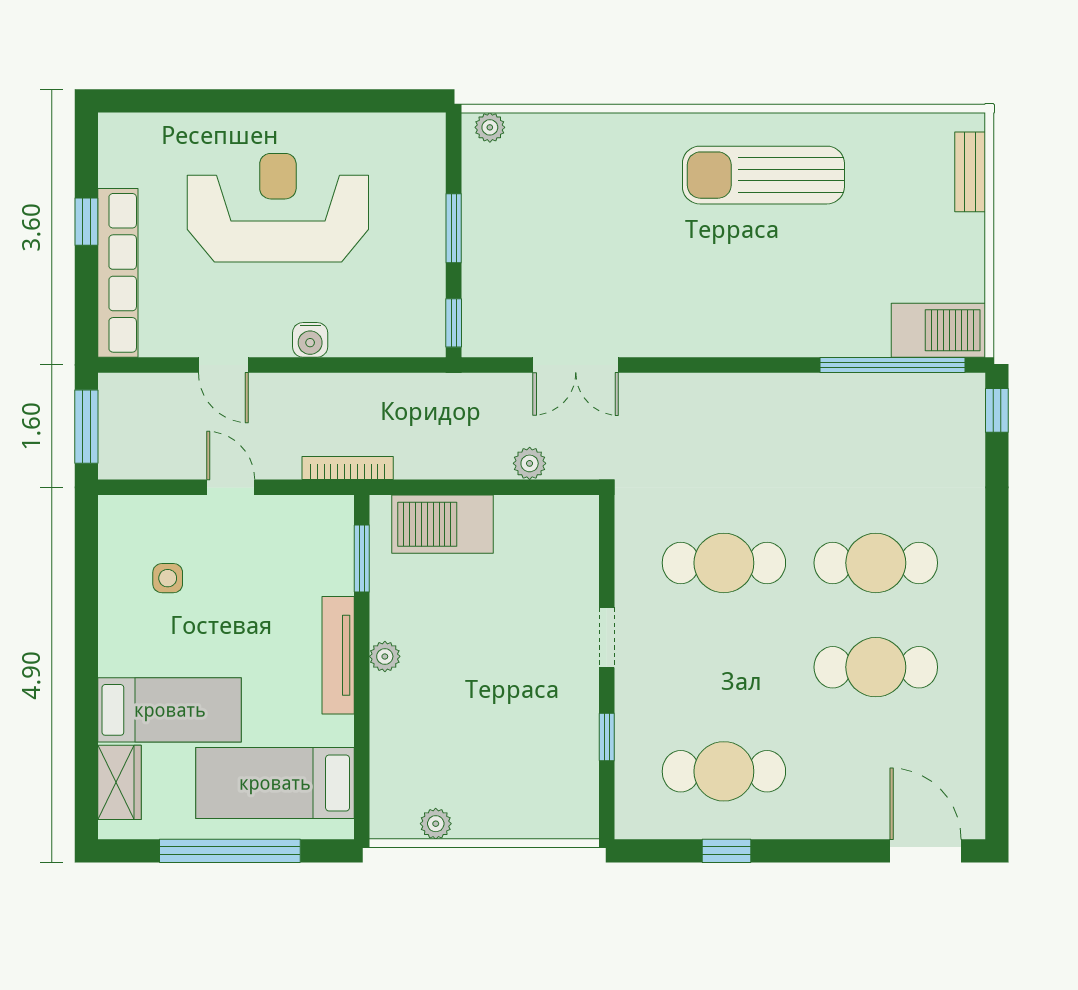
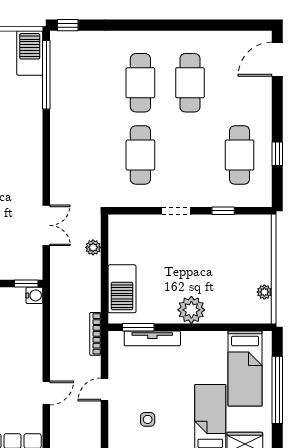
water cooler: (310, 340) -> (34, 295), moved
tv unit: (338, 655) -> (152, 338), moved
plant: (385, 656) -> (191, 310), width x1.88, depth x1.88

